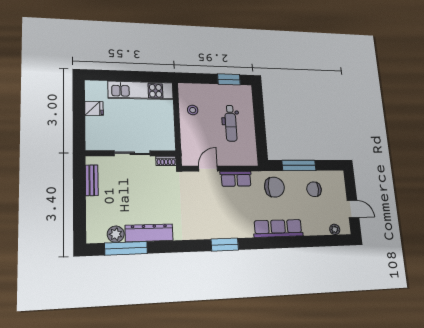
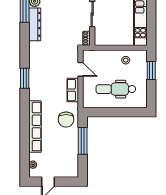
window: (229, 79) -> (151, 70), moved
dental chair: (231, 123) -> (116, 89), width x1.36, depth x1.38
chair: (314, 189) -> (64, 151), removed
row of seats: (278, 228) -> (35, 127), width x1.36

